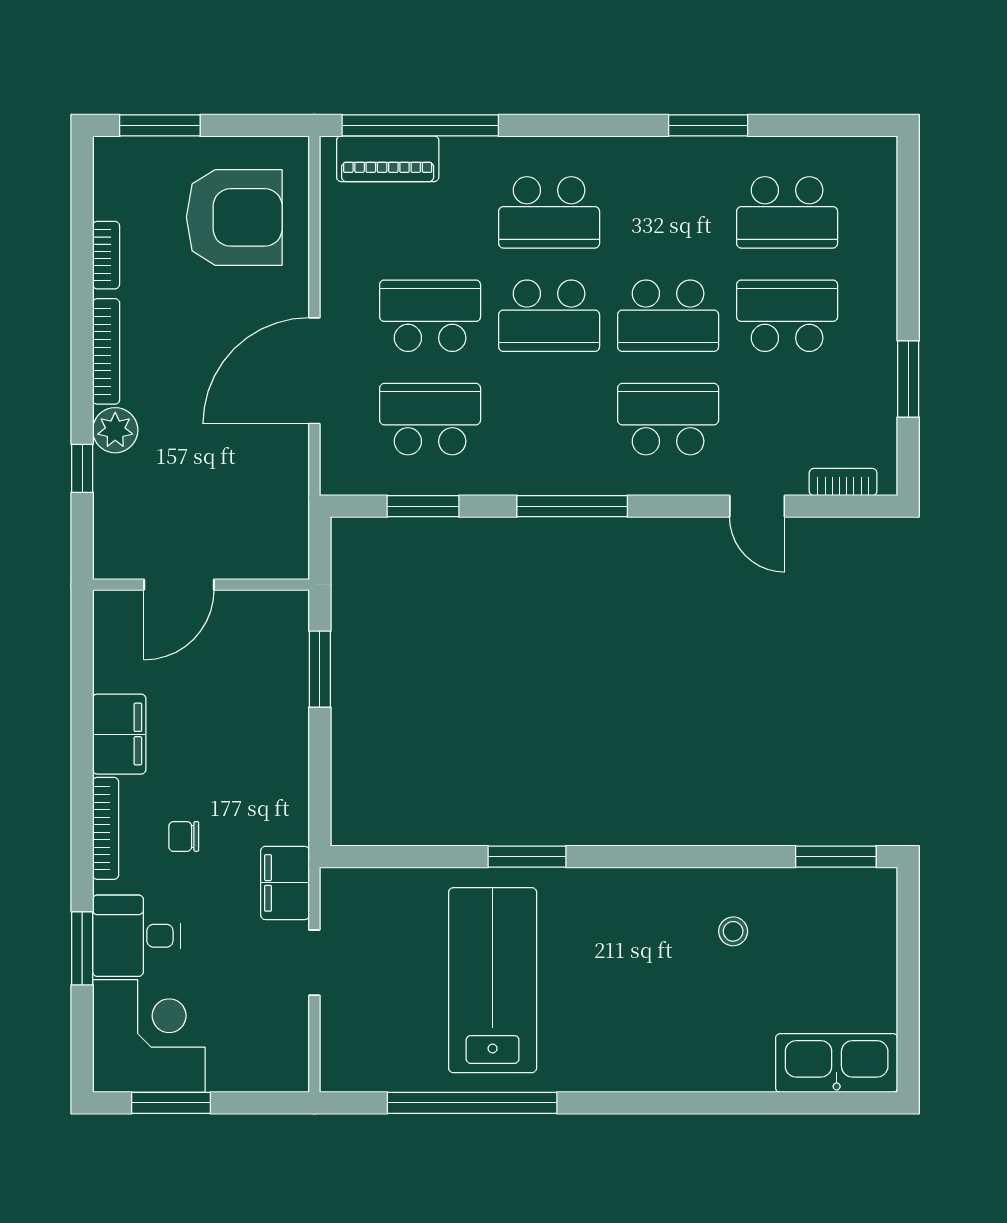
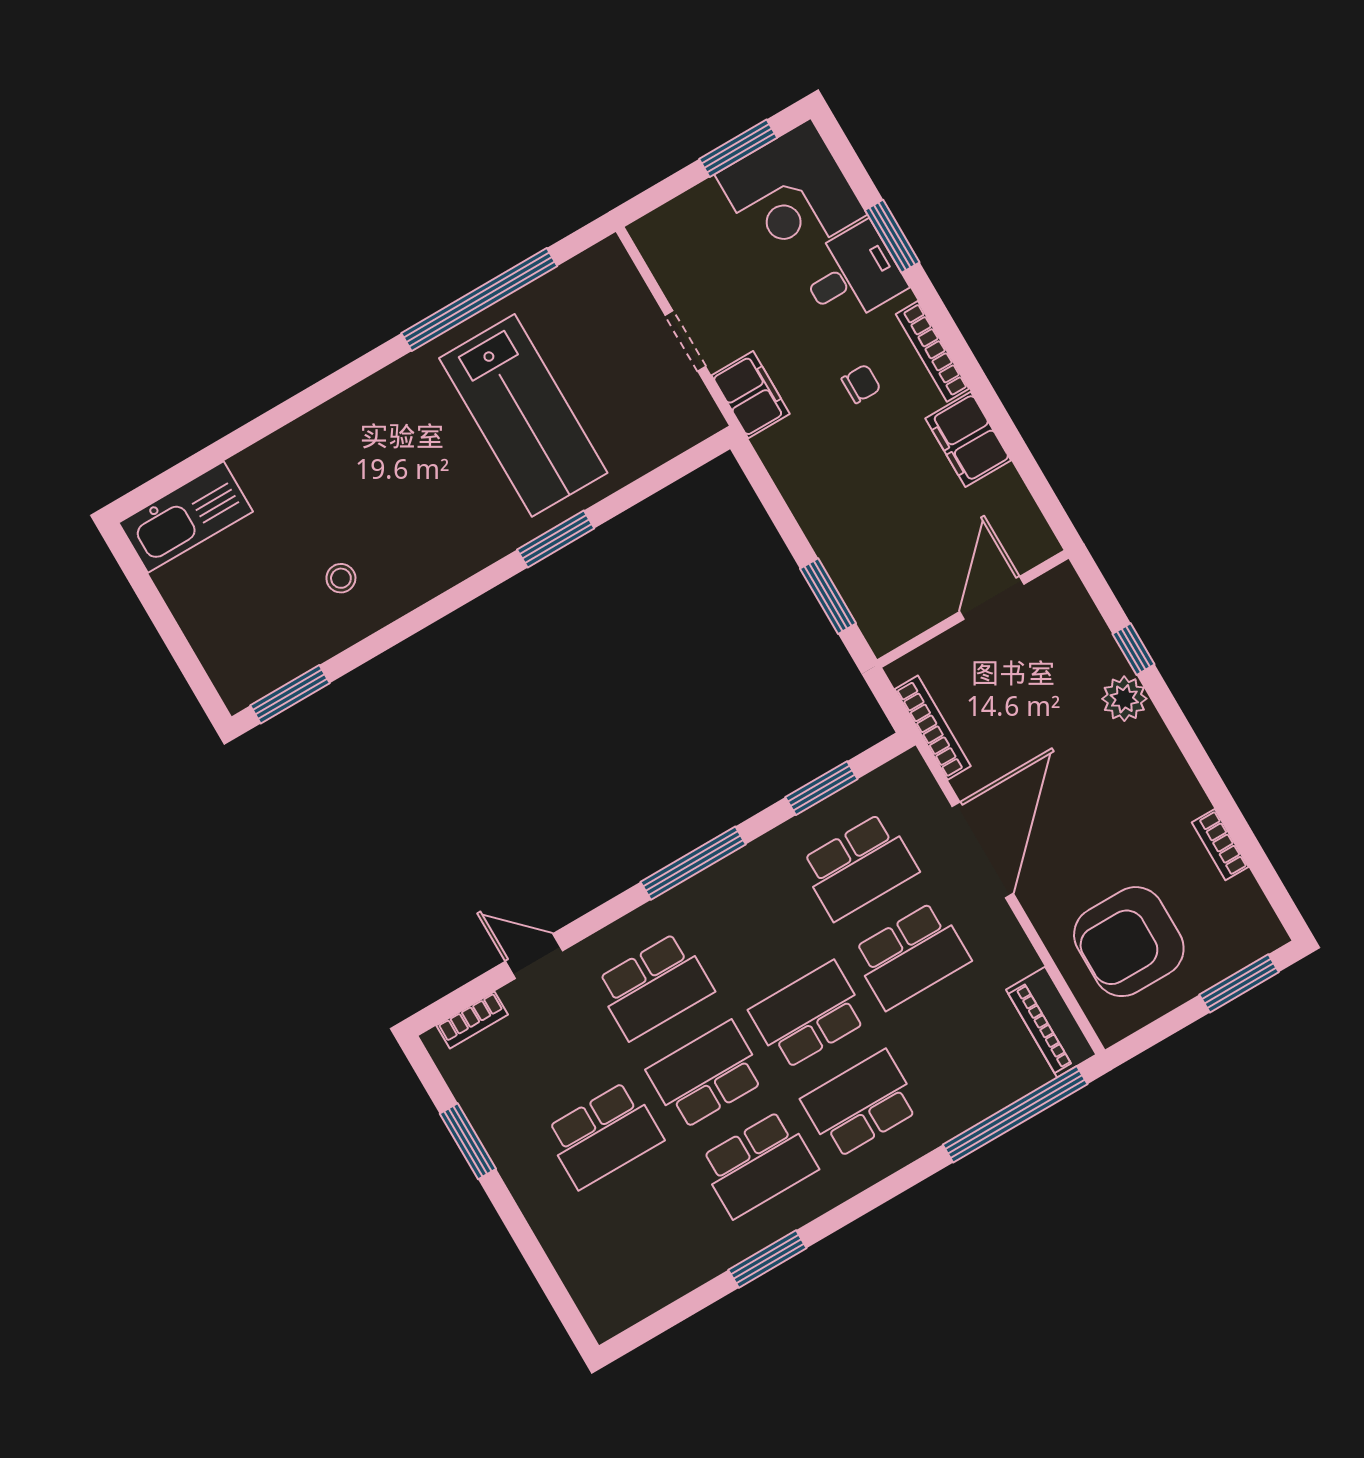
piano: (388, 159) -> (1051, 1022), moved, turned -90
school desk: (787, 212) -> (758, 1164), moved, turned 180
bookcase: (106, 351) -> (933, 728), moved, turned 180

